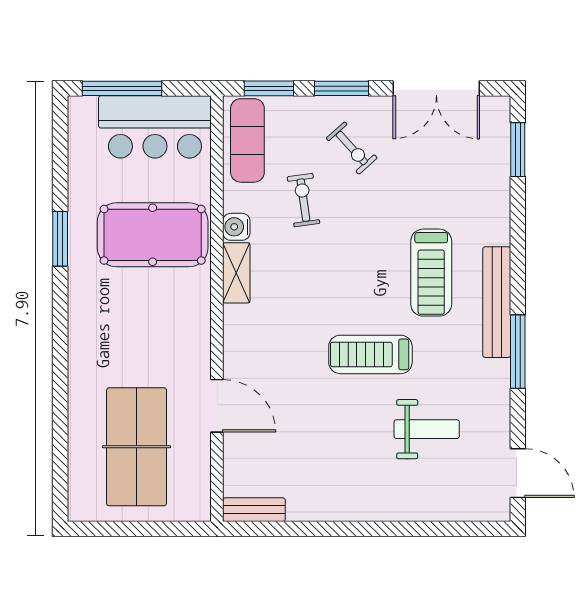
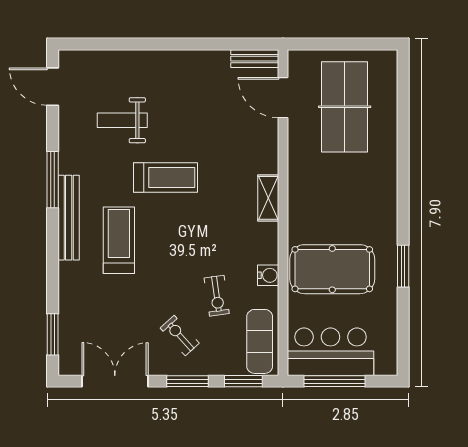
window: (122, 88) -> (335, 381), moved
shelving: (236, 273) -> (268, 198), moved
door: (217, 406) -> (283, 98), moved

